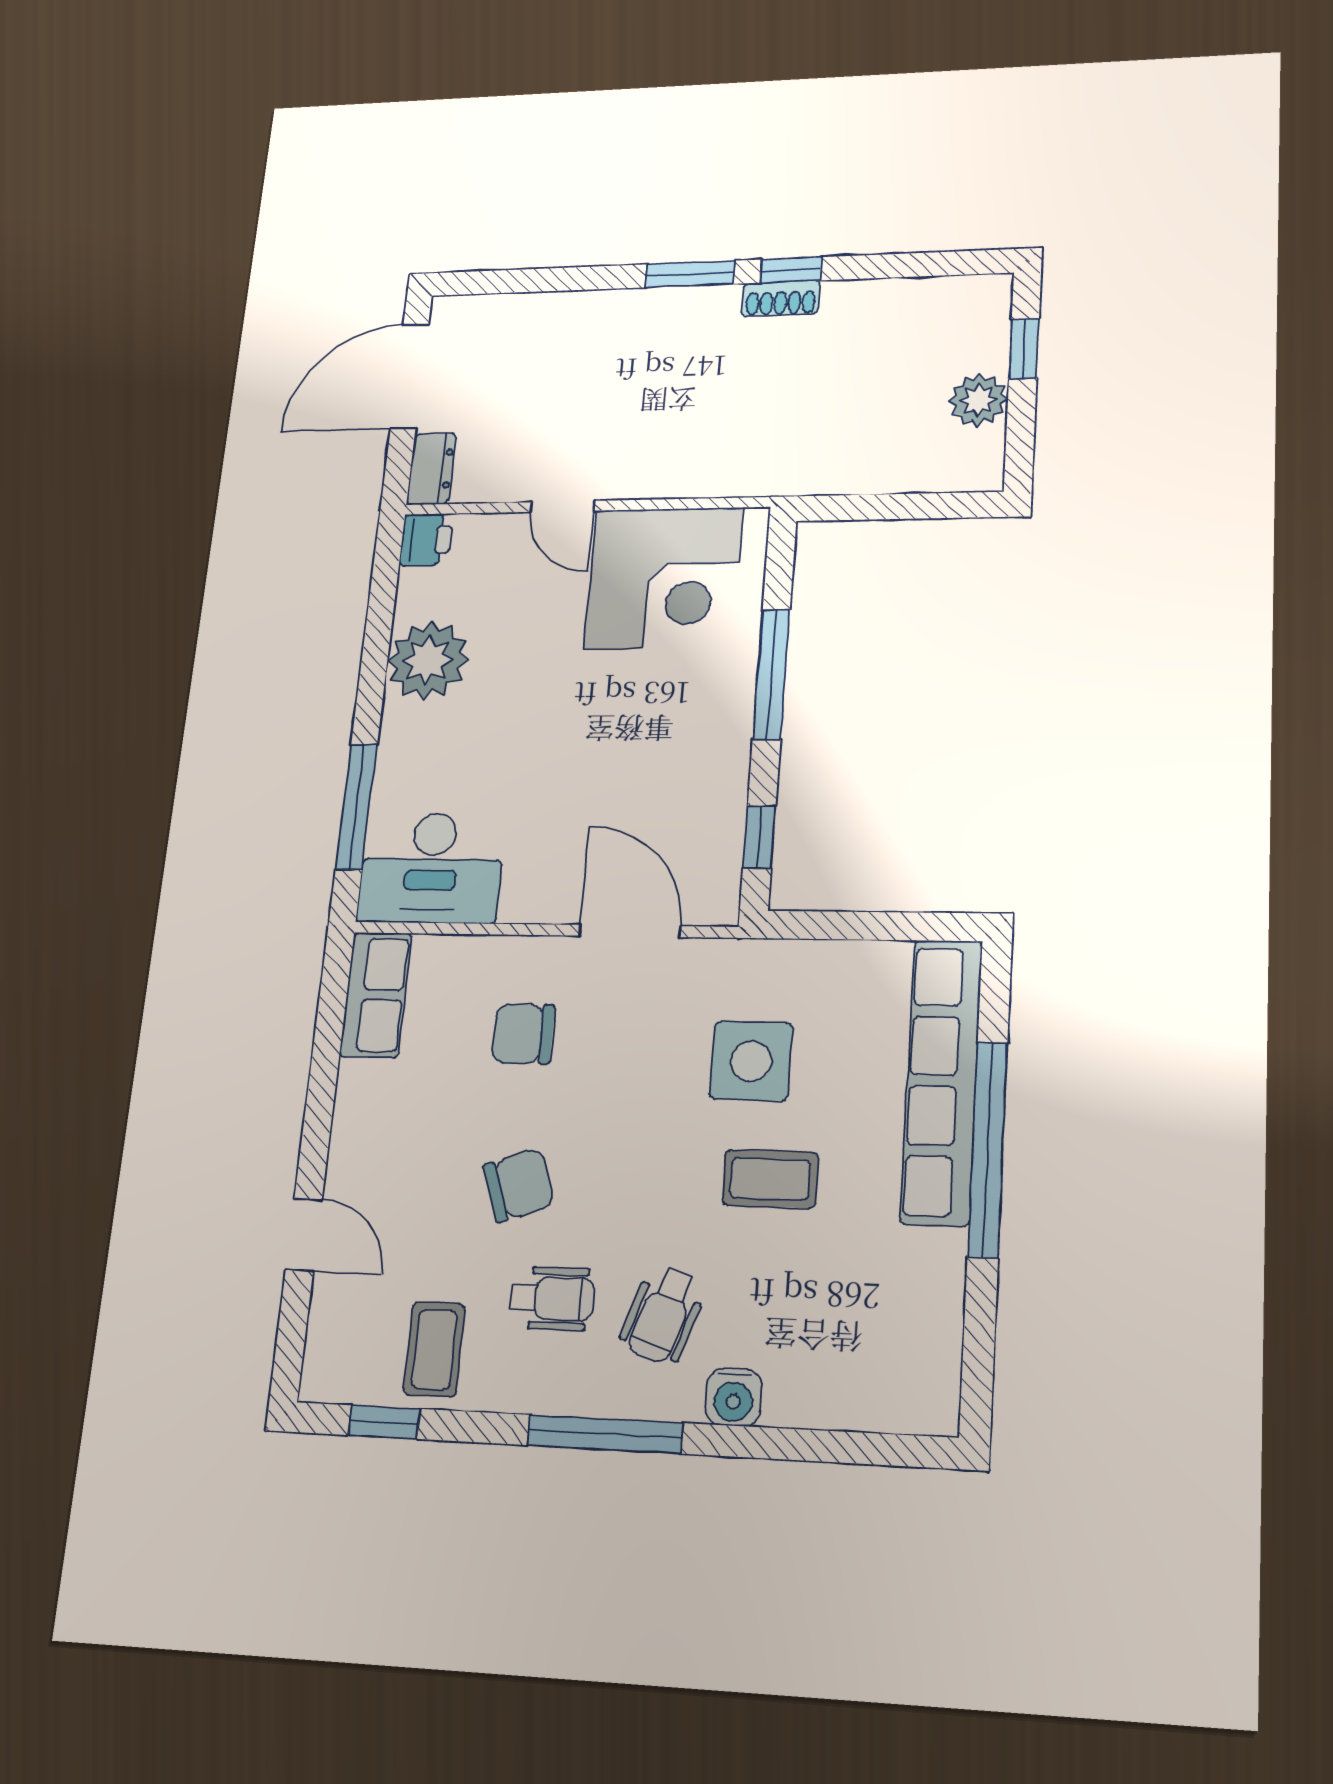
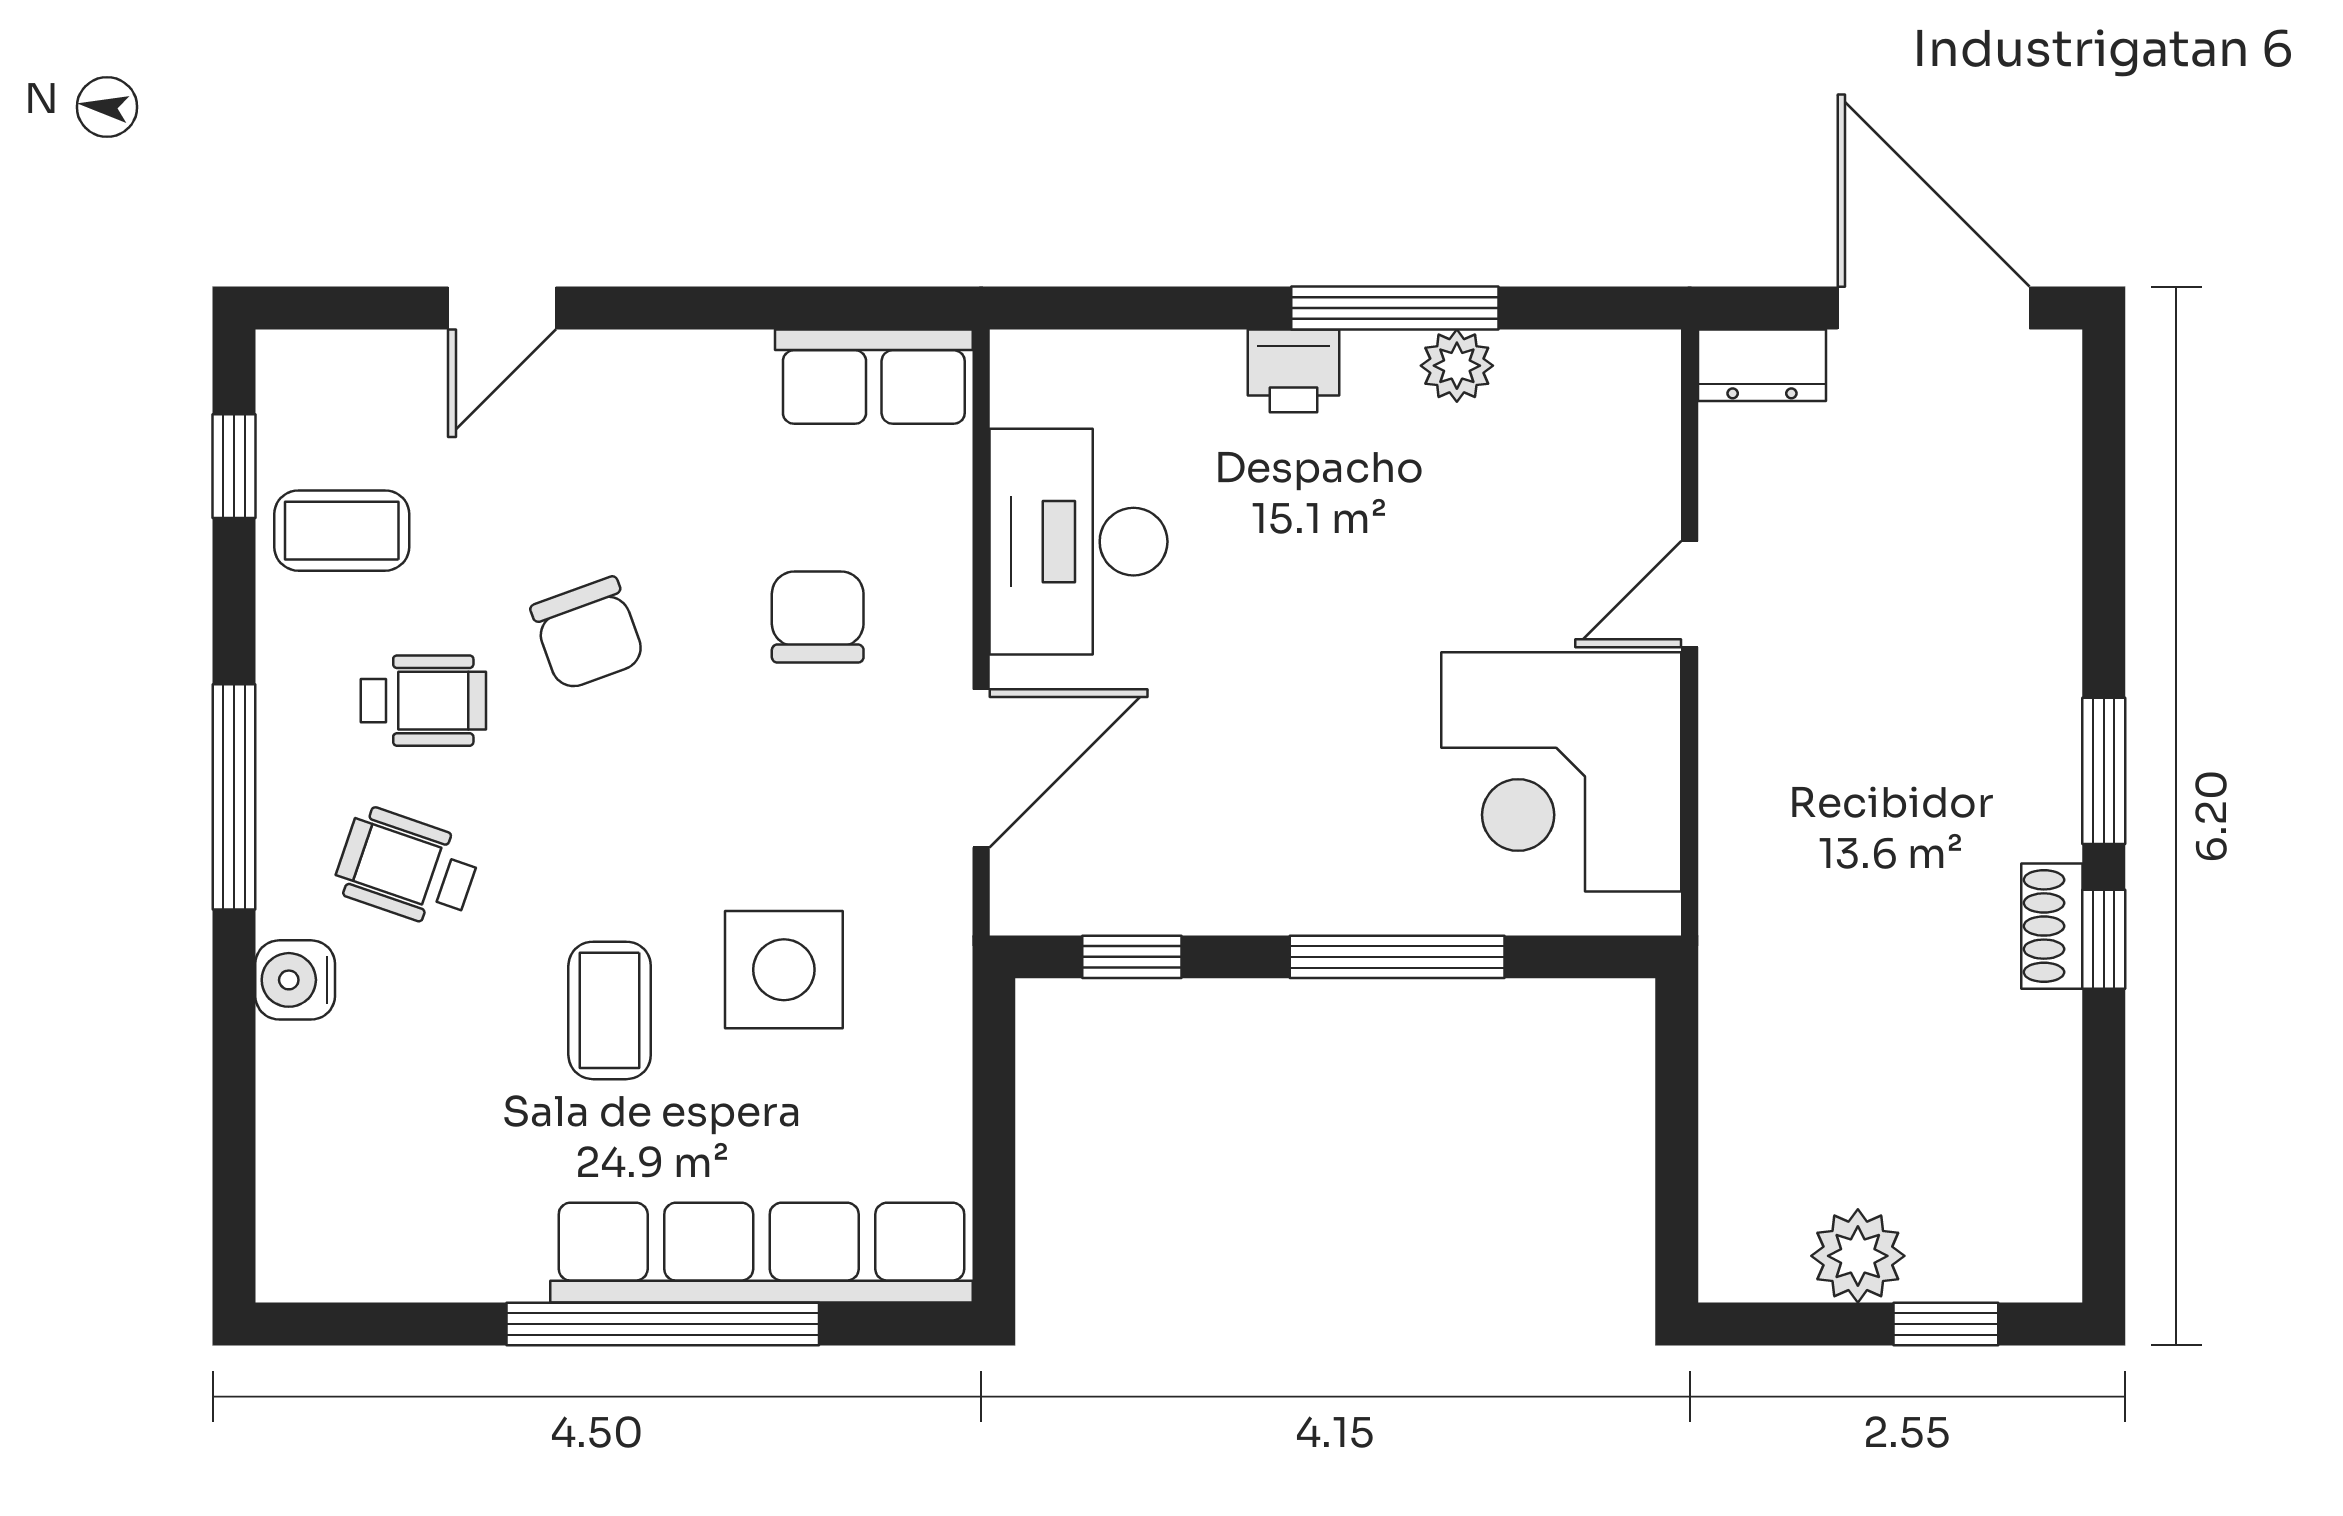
printer: (426, 540) -> (1294, 371), moved
plant: (428, 660) -> (1457, 366), width x0.53, depth x0.53
window: (356, 807) -> (1395, 308), moved
desk: (431, 868) -> (1078, 542), moved
wheelchair: (552, 1298) -> (423, 701), turned -90

